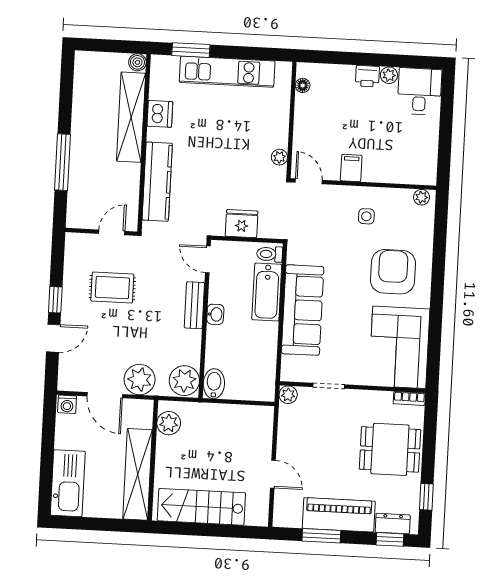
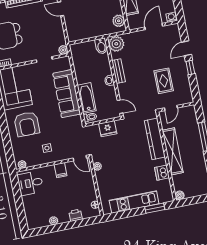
printer: (367, 76) -> (76, 215), moved
desk: (420, 91) -> (30, 183), moved, turned 90
shelving: (131, 117) -> (173, 151), moved
rug: (112, 288) -> (164, 81), turned 90
bench: (194, 305) -> (119, 71), moved
plant: (140, 380) -> (139, 39), removed
door: (105, 395) -> (154, 27), hinge flipped

